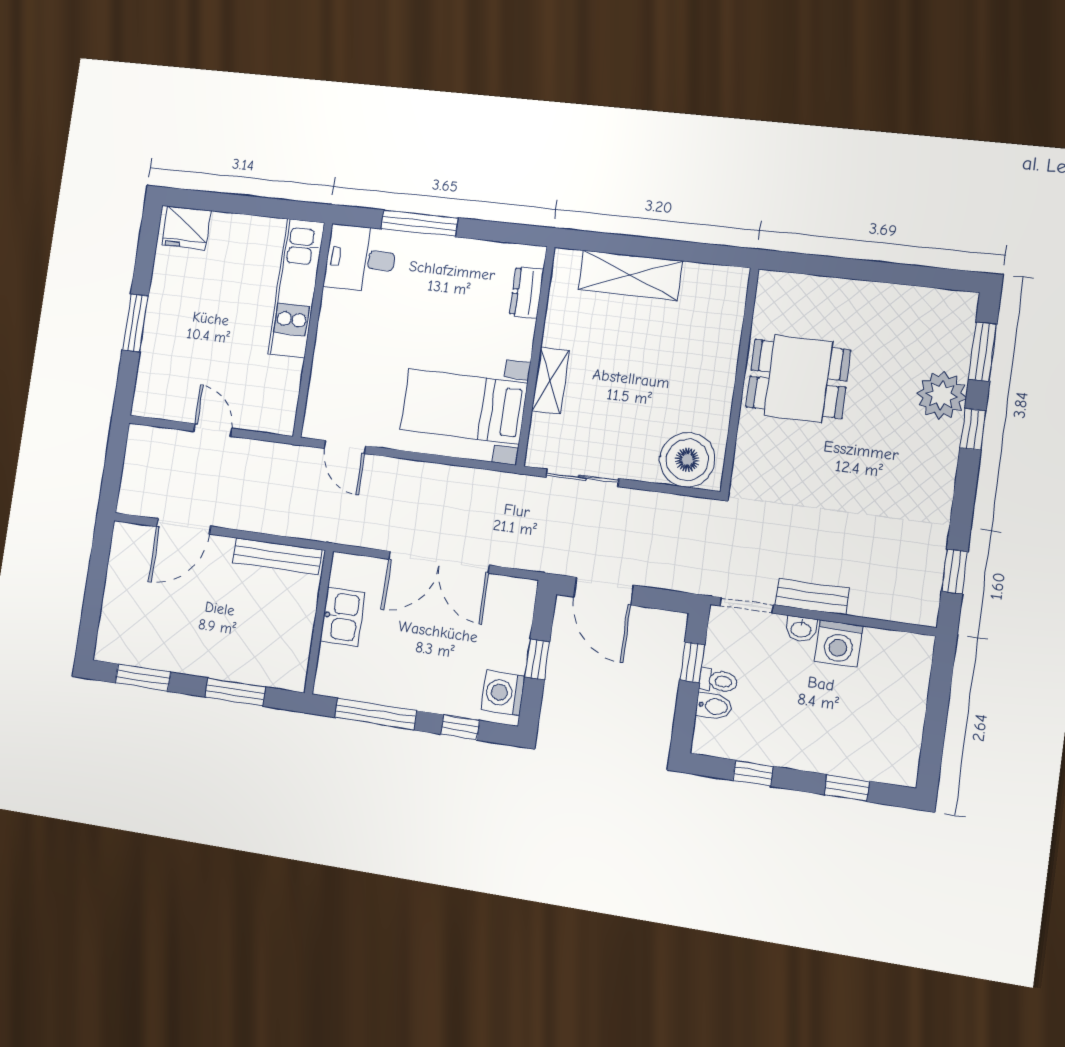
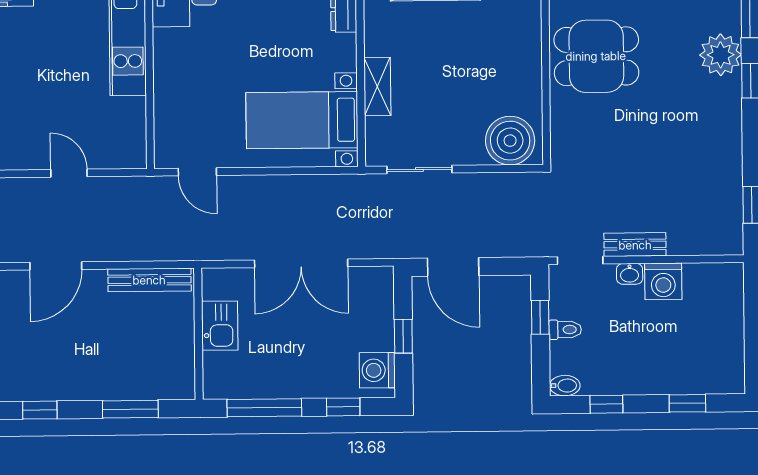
window: (143, 678) -> (40, 410), width x0.67
bidet: (714, 706) -> (565, 386), moved

